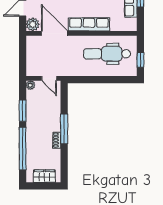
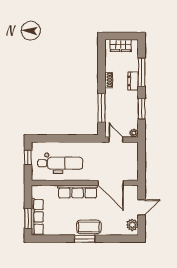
plant: (33, 24) -> (132, 192), removed
window: (64, 129) -> (101, 108), moved
dresser: (31, 139) -> (133, 81), added
window: (23, 148) -> (142, 72), width x0.68

